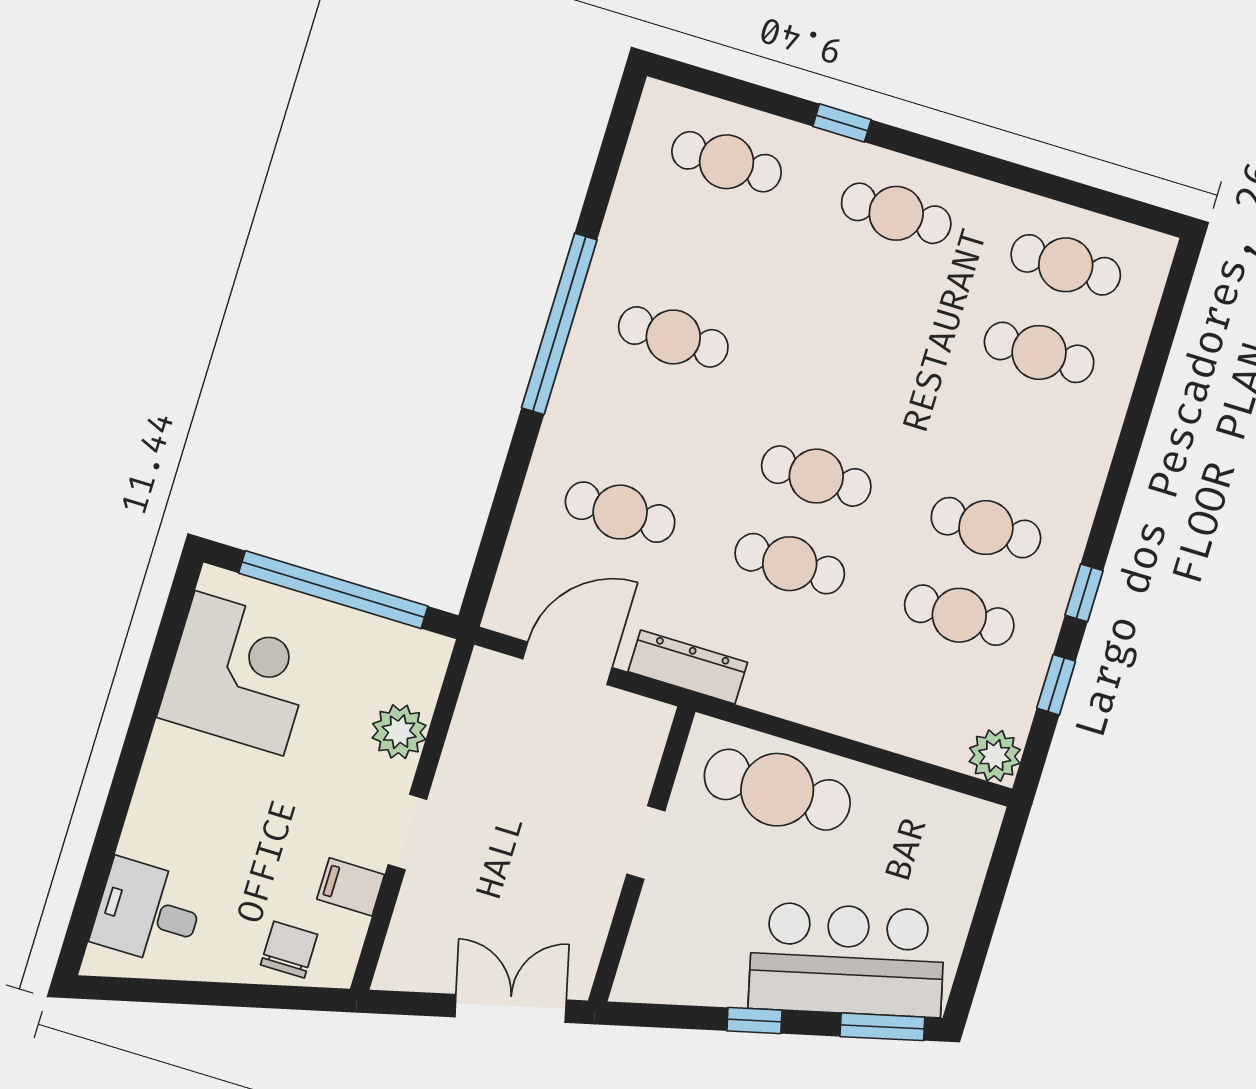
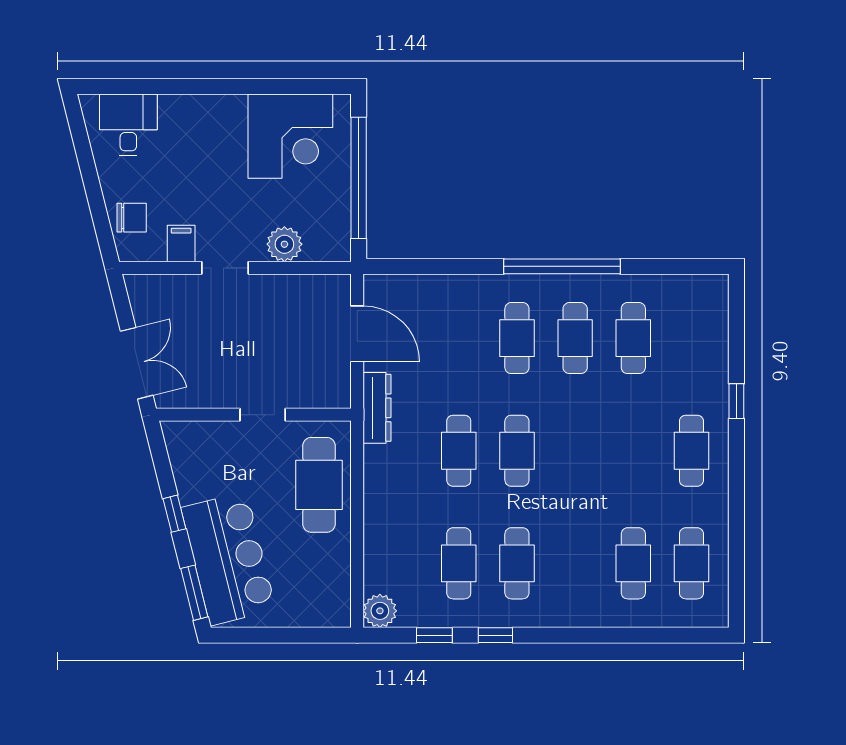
cafe table: (727, 162) -> (633, 338), moved
cafe table: (620, 512) -> (517, 338), moved

